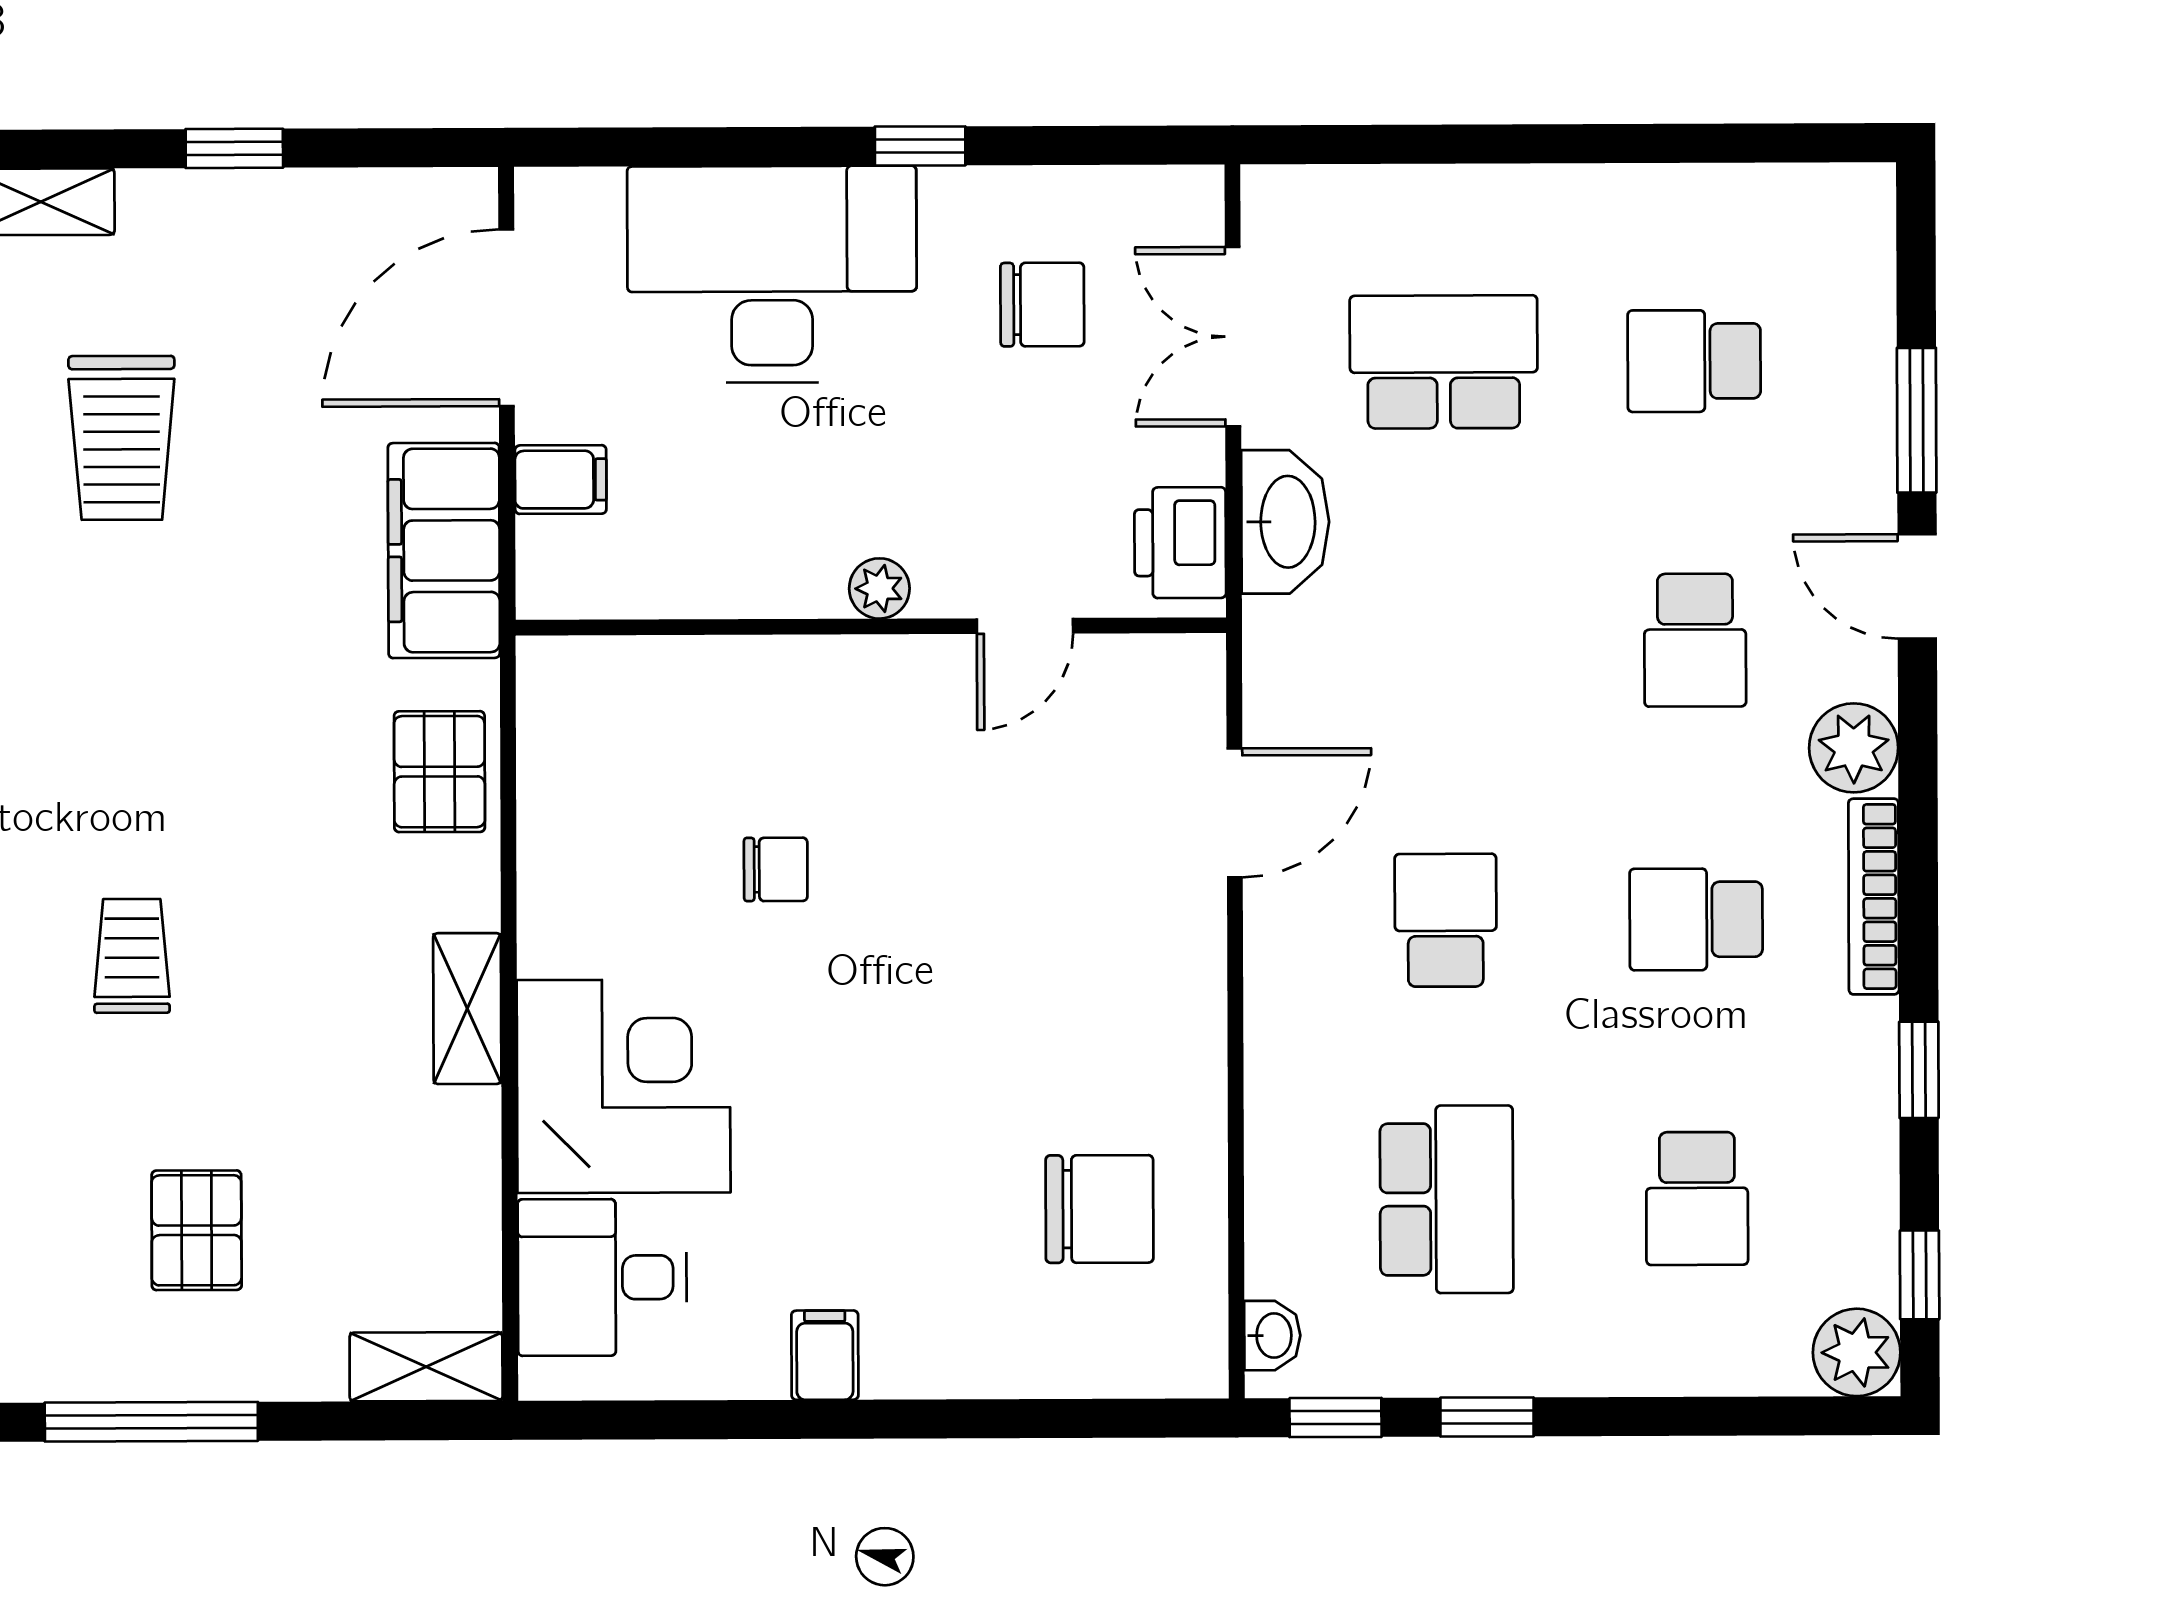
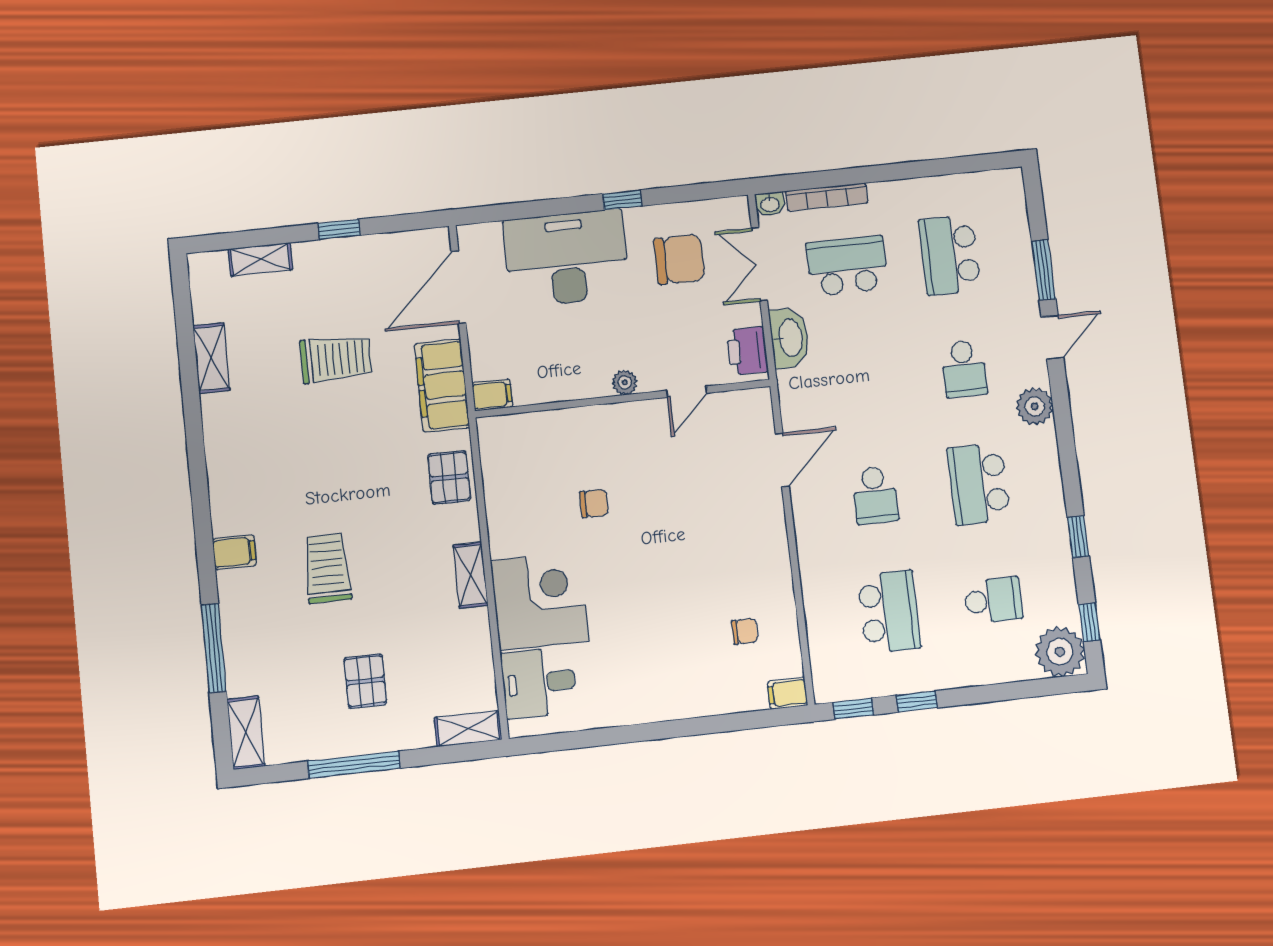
chair: (1042, 305) -> (679, 259), width x1.37, depth x1.37
school desk: (1694, 361) -> (950, 255), width x1.85
trolley: (122, 438) -> (336, 359), moved, turned -90
filing cabinet: (561, 480) -> (492, 395), moved
door: (1917, 586) -> (1052, 337), swing flipped
bookcase: (1874, 897) -> (827, 197), moved, turned -90
school desk: (1696, 919) -> (978, 484), width x1.85
school desk: (1446, 920) -> (875, 495), turned 180
trolley: (132, 956) -> (327, 568), width x1.36, depth x1.39
school desk: (1697, 1199) -> (993, 600), turned -90
chair: (1099, 1209) -> (745, 631), width x0.54, depth x0.54
washbasin: (1272, 1336) -> (770, 204), moved, turned 90
plant: (1857, 1352) -> (1060, 652), width x1.36, depth x1.36
filing cabinet: (825, 1355) -> (787, 693), moved, turned -90

